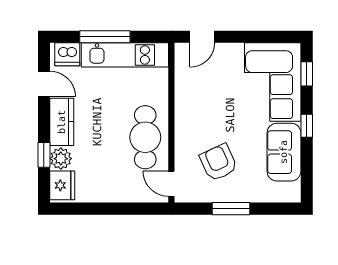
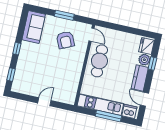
door: (202, 37) -> (44, 102), moved
corner sofa: (273, 82) -> (29, 74), removed
sofa: (284, 152) -> (34, 27), moved

